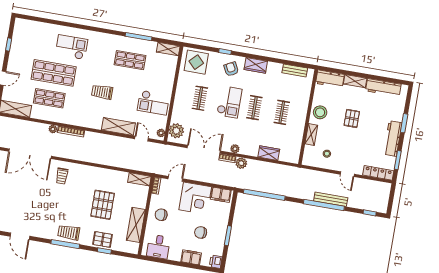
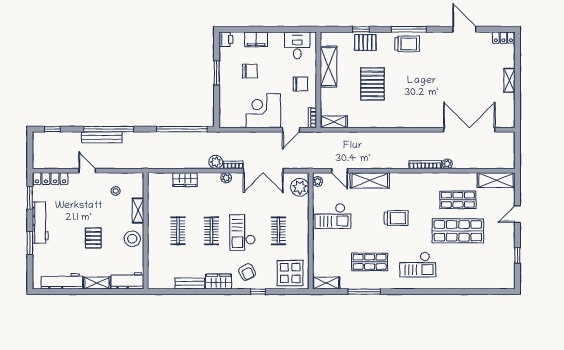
checkout: (72, 47) -> (418, 265), moved
bench: (295, 70) -> (190, 283), moved
checkout: (153, 103) -> (333, 216), turned 180
trolley: (62, 176) -> (427, 110), removed
filing cabinet: (221, 195) -> (234, 120), removed

